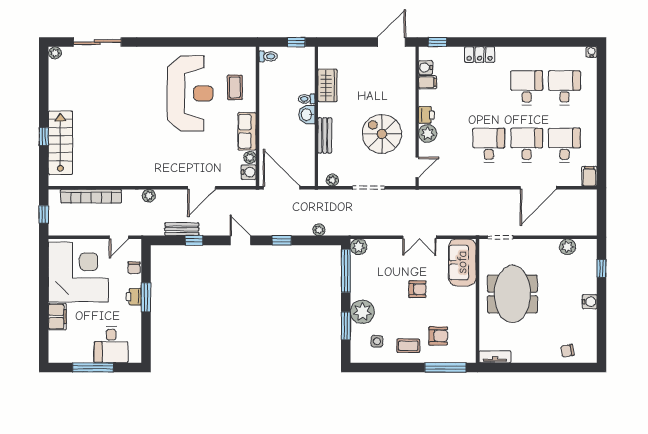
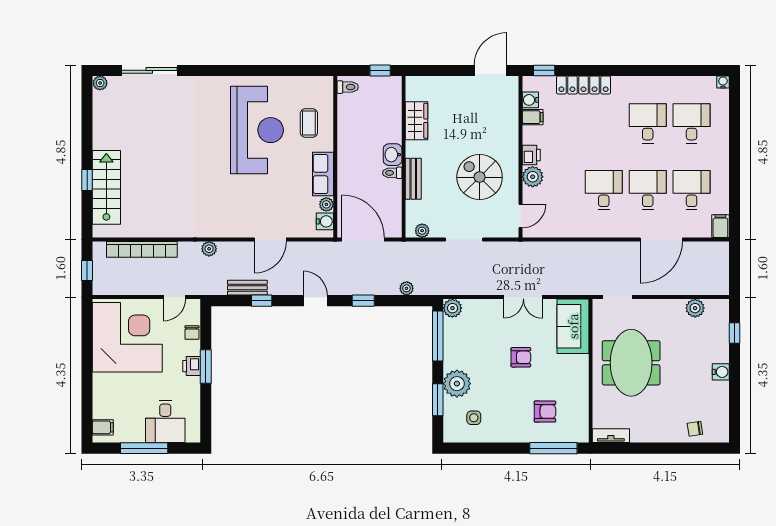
locker: (480, 55) -> (584, 85), width x1.53
toilet: (307, 99) -> (392, 173), moved
filing cabinet: (57, 317) -> (103, 427), moved, width x0.50
coffee table: (408, 346) -> (510, 423), removed

